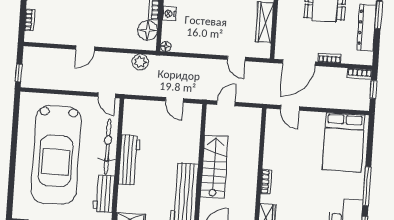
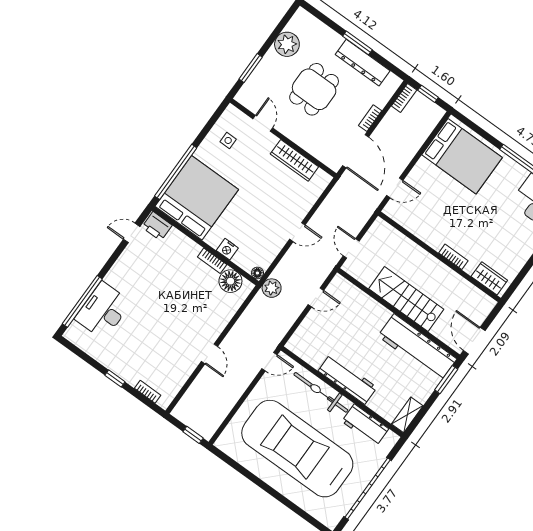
door: (236, 58) -> (297, 232), moved
plant: (140, 62) -> (272, 288), moved
car: (56, 155) -> (297, 449), turned 180

